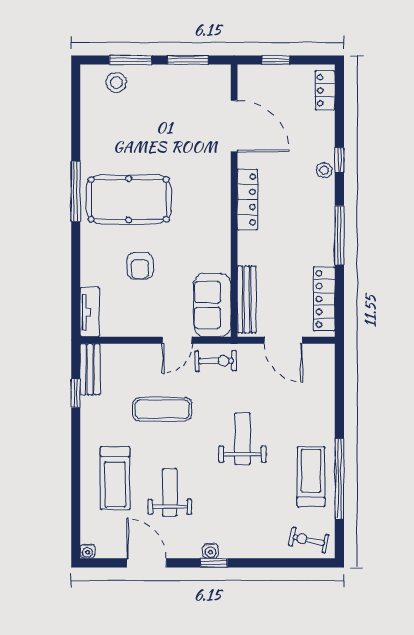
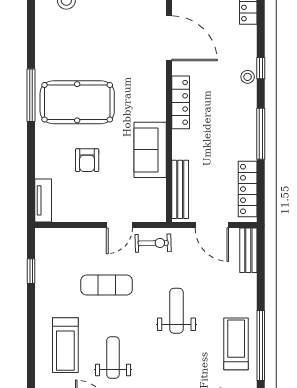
sofa: (212, 305) -> (150, 150), moved
bench: (90, 369) -> (248, 250), moved

